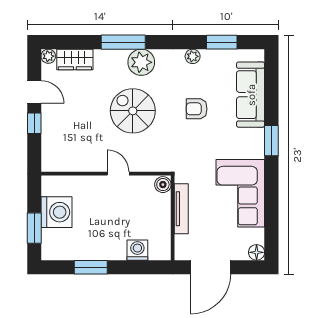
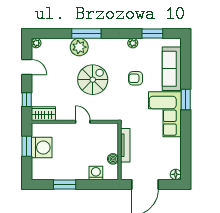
wardrobe: (75, 59) -> (43, 114), moved, turned 180
plant: (141, 62) -> (79, 47), moved
spiral stairs: (133, 111) -> (93, 80), turned 90
window: (34, 123) -> (27, 100), moved
boiler: (163, 185) -> (113, 159), moved
corner sofa: (240, 193) -> (165, 114), moved
window: (34, 228) -> (27, 146), moved

